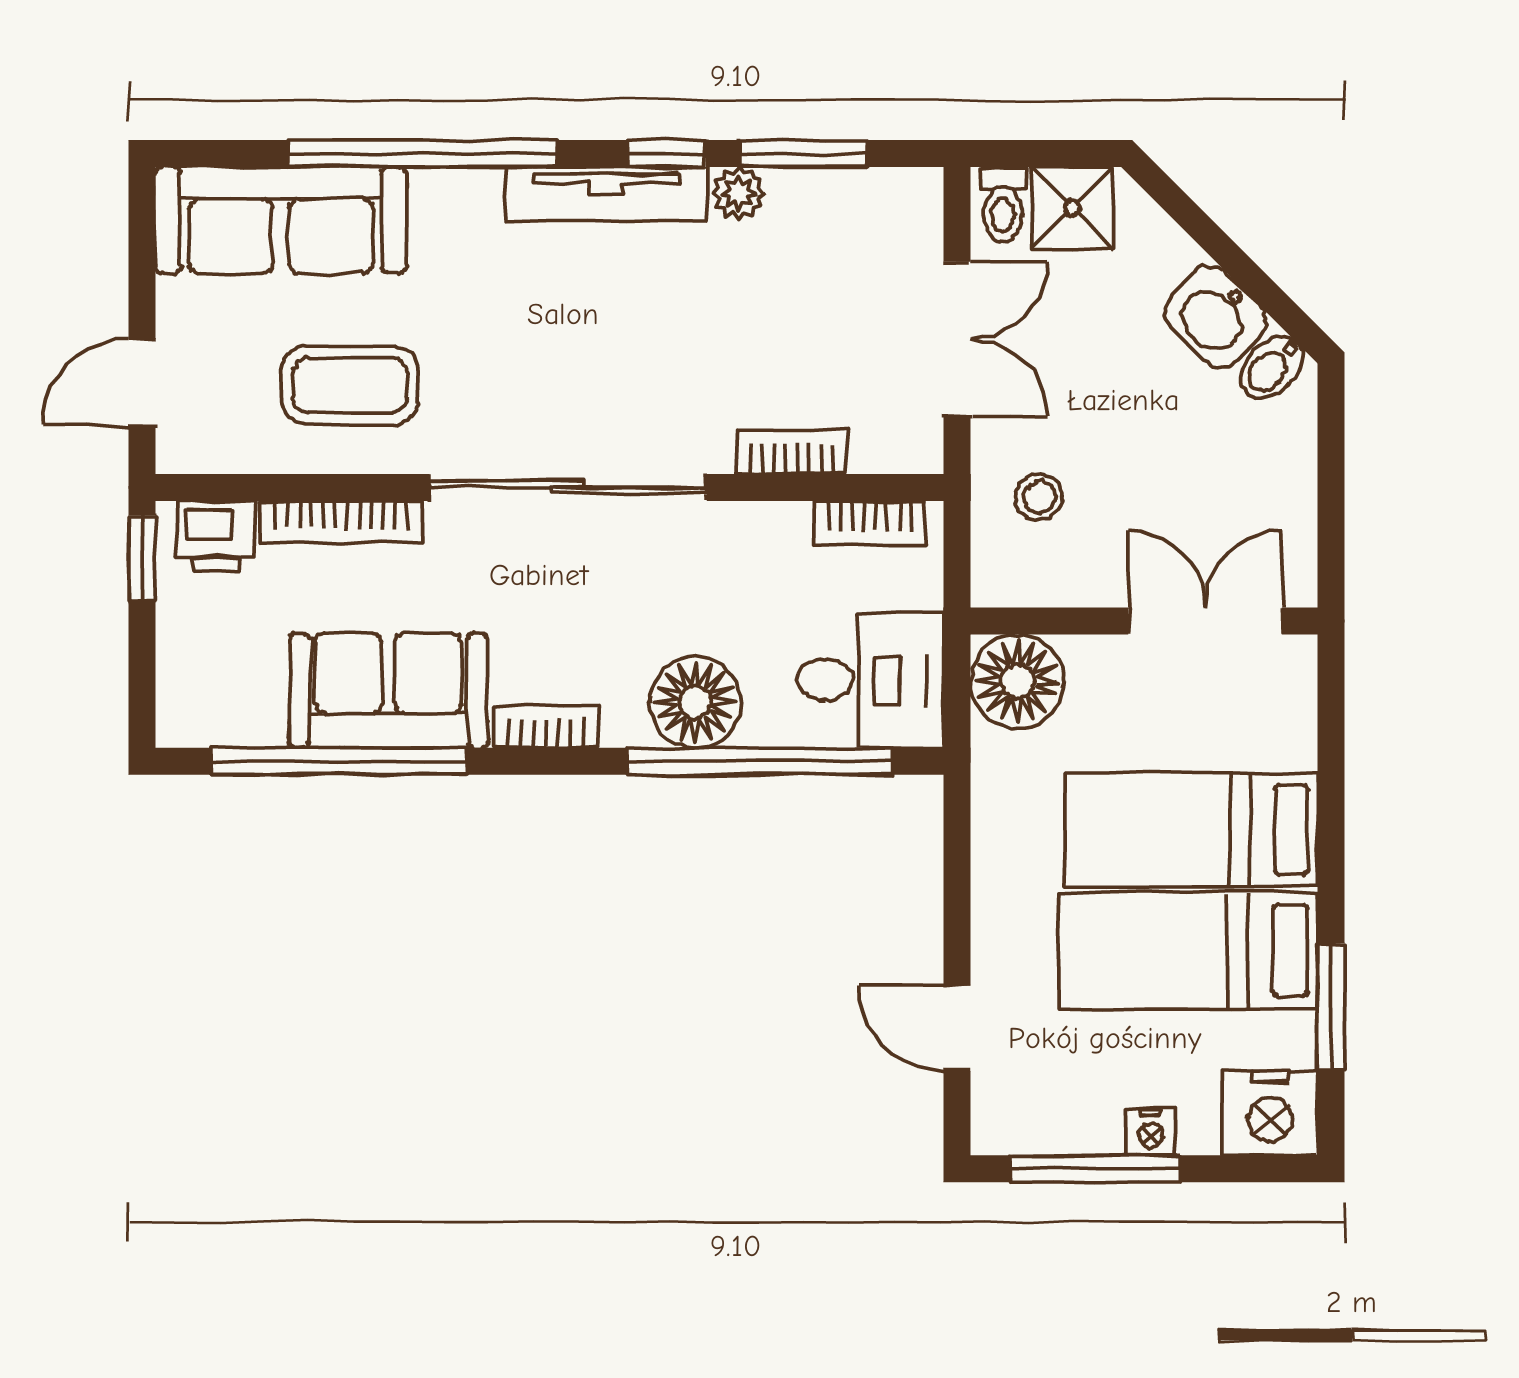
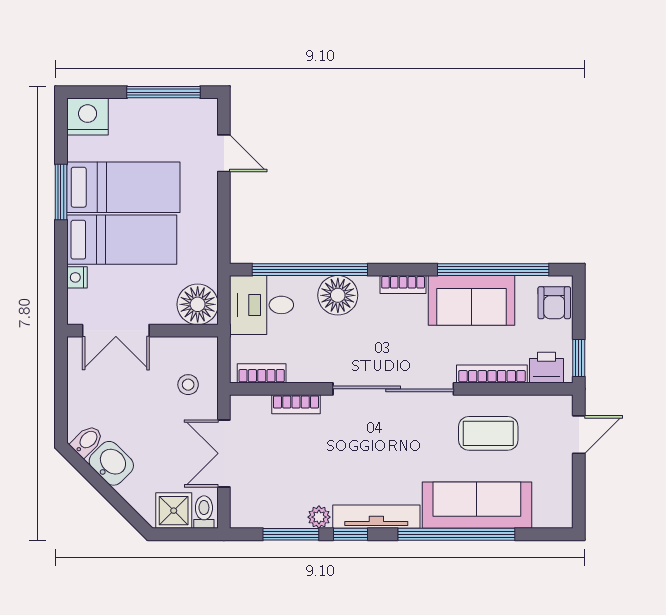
sofa: (281, 220) -> (477, 505), moved
armchair: (199, 685) -> (554, 303), added
window: (1331, 1007) -> (61, 192), moved
nightstand: (1151, 1132) -> (77, 277), moved, turned -90

